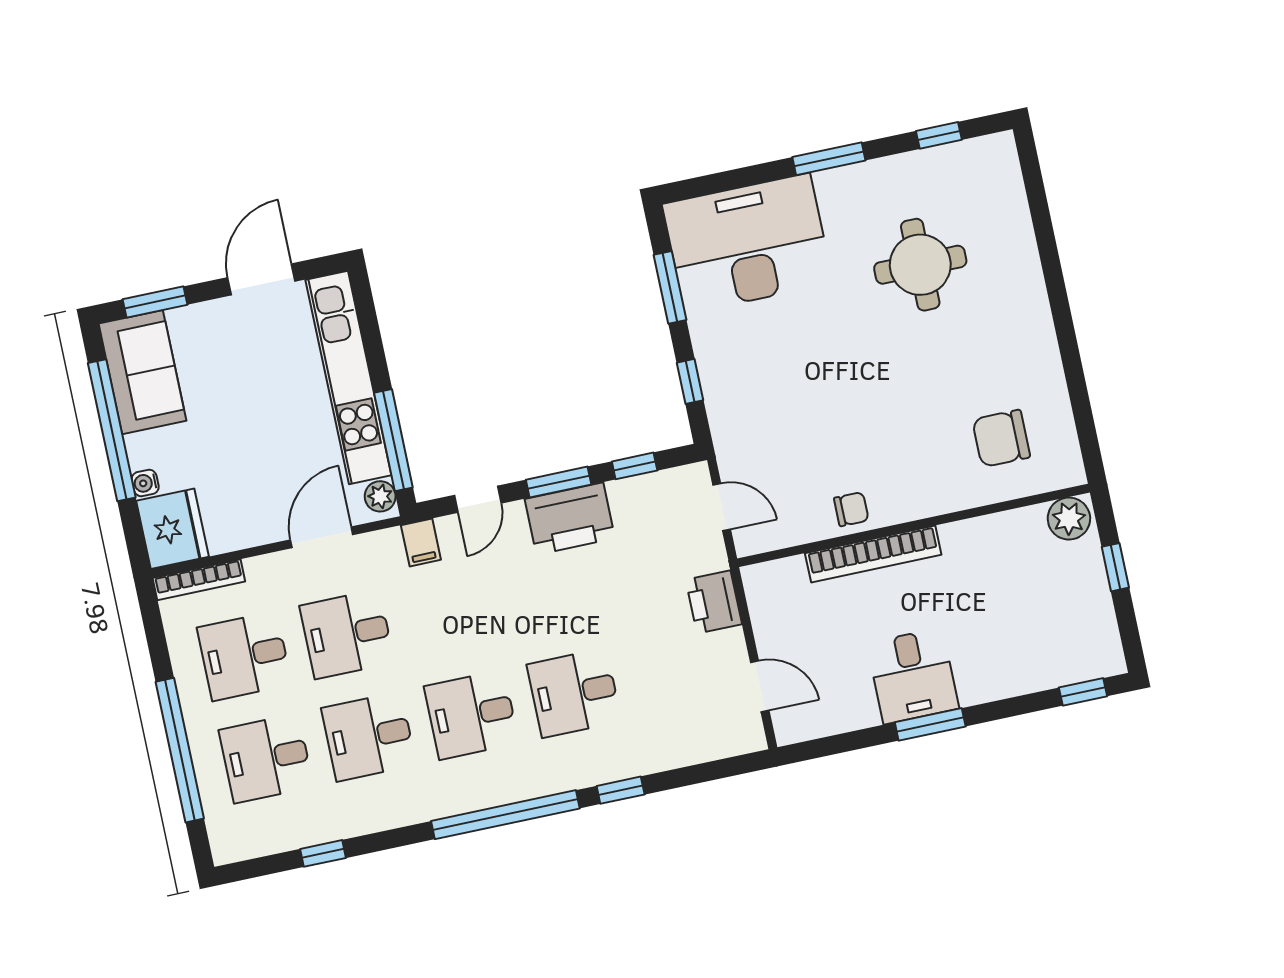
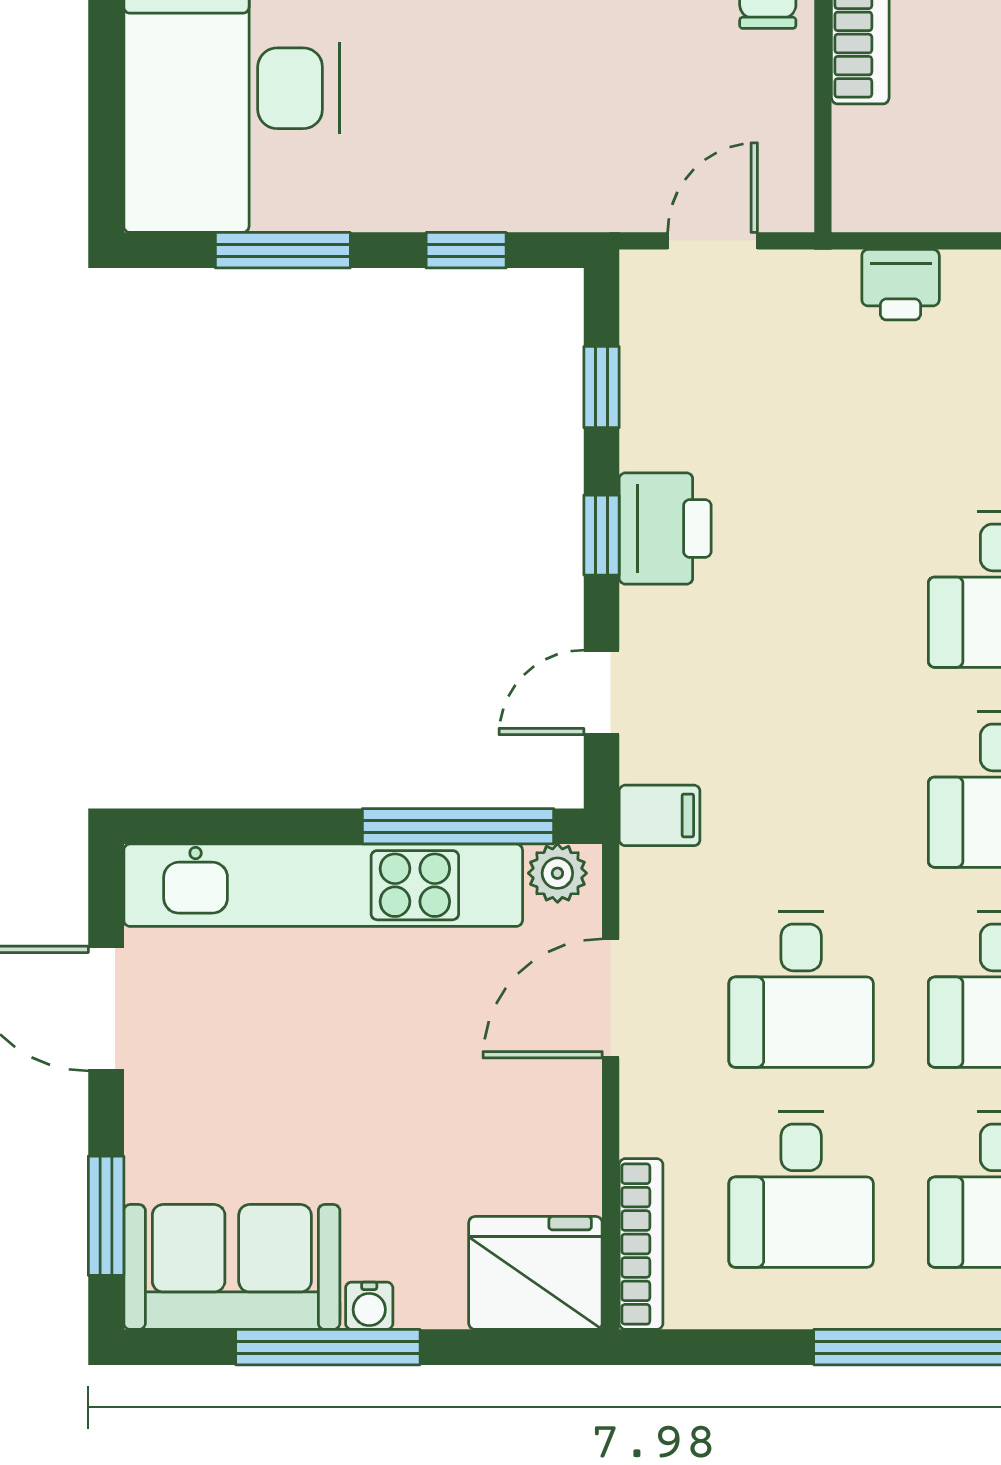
window: (112, 430) -> (328, 1347), width x0.68
window: (559, 482) -> (601, 535), width x0.67
water cooler: (145, 483) -> (369, 1306), moved
door: (478, 499) -> (601, 692), swing flipped
printer: (570, 519) -> (665, 529), width x0.73, depth x0.84
door: (322, 537) -> (611, 998), hinge flipped
printer: (714, 602) -> (901, 285), width x0.73, depth x0.81

